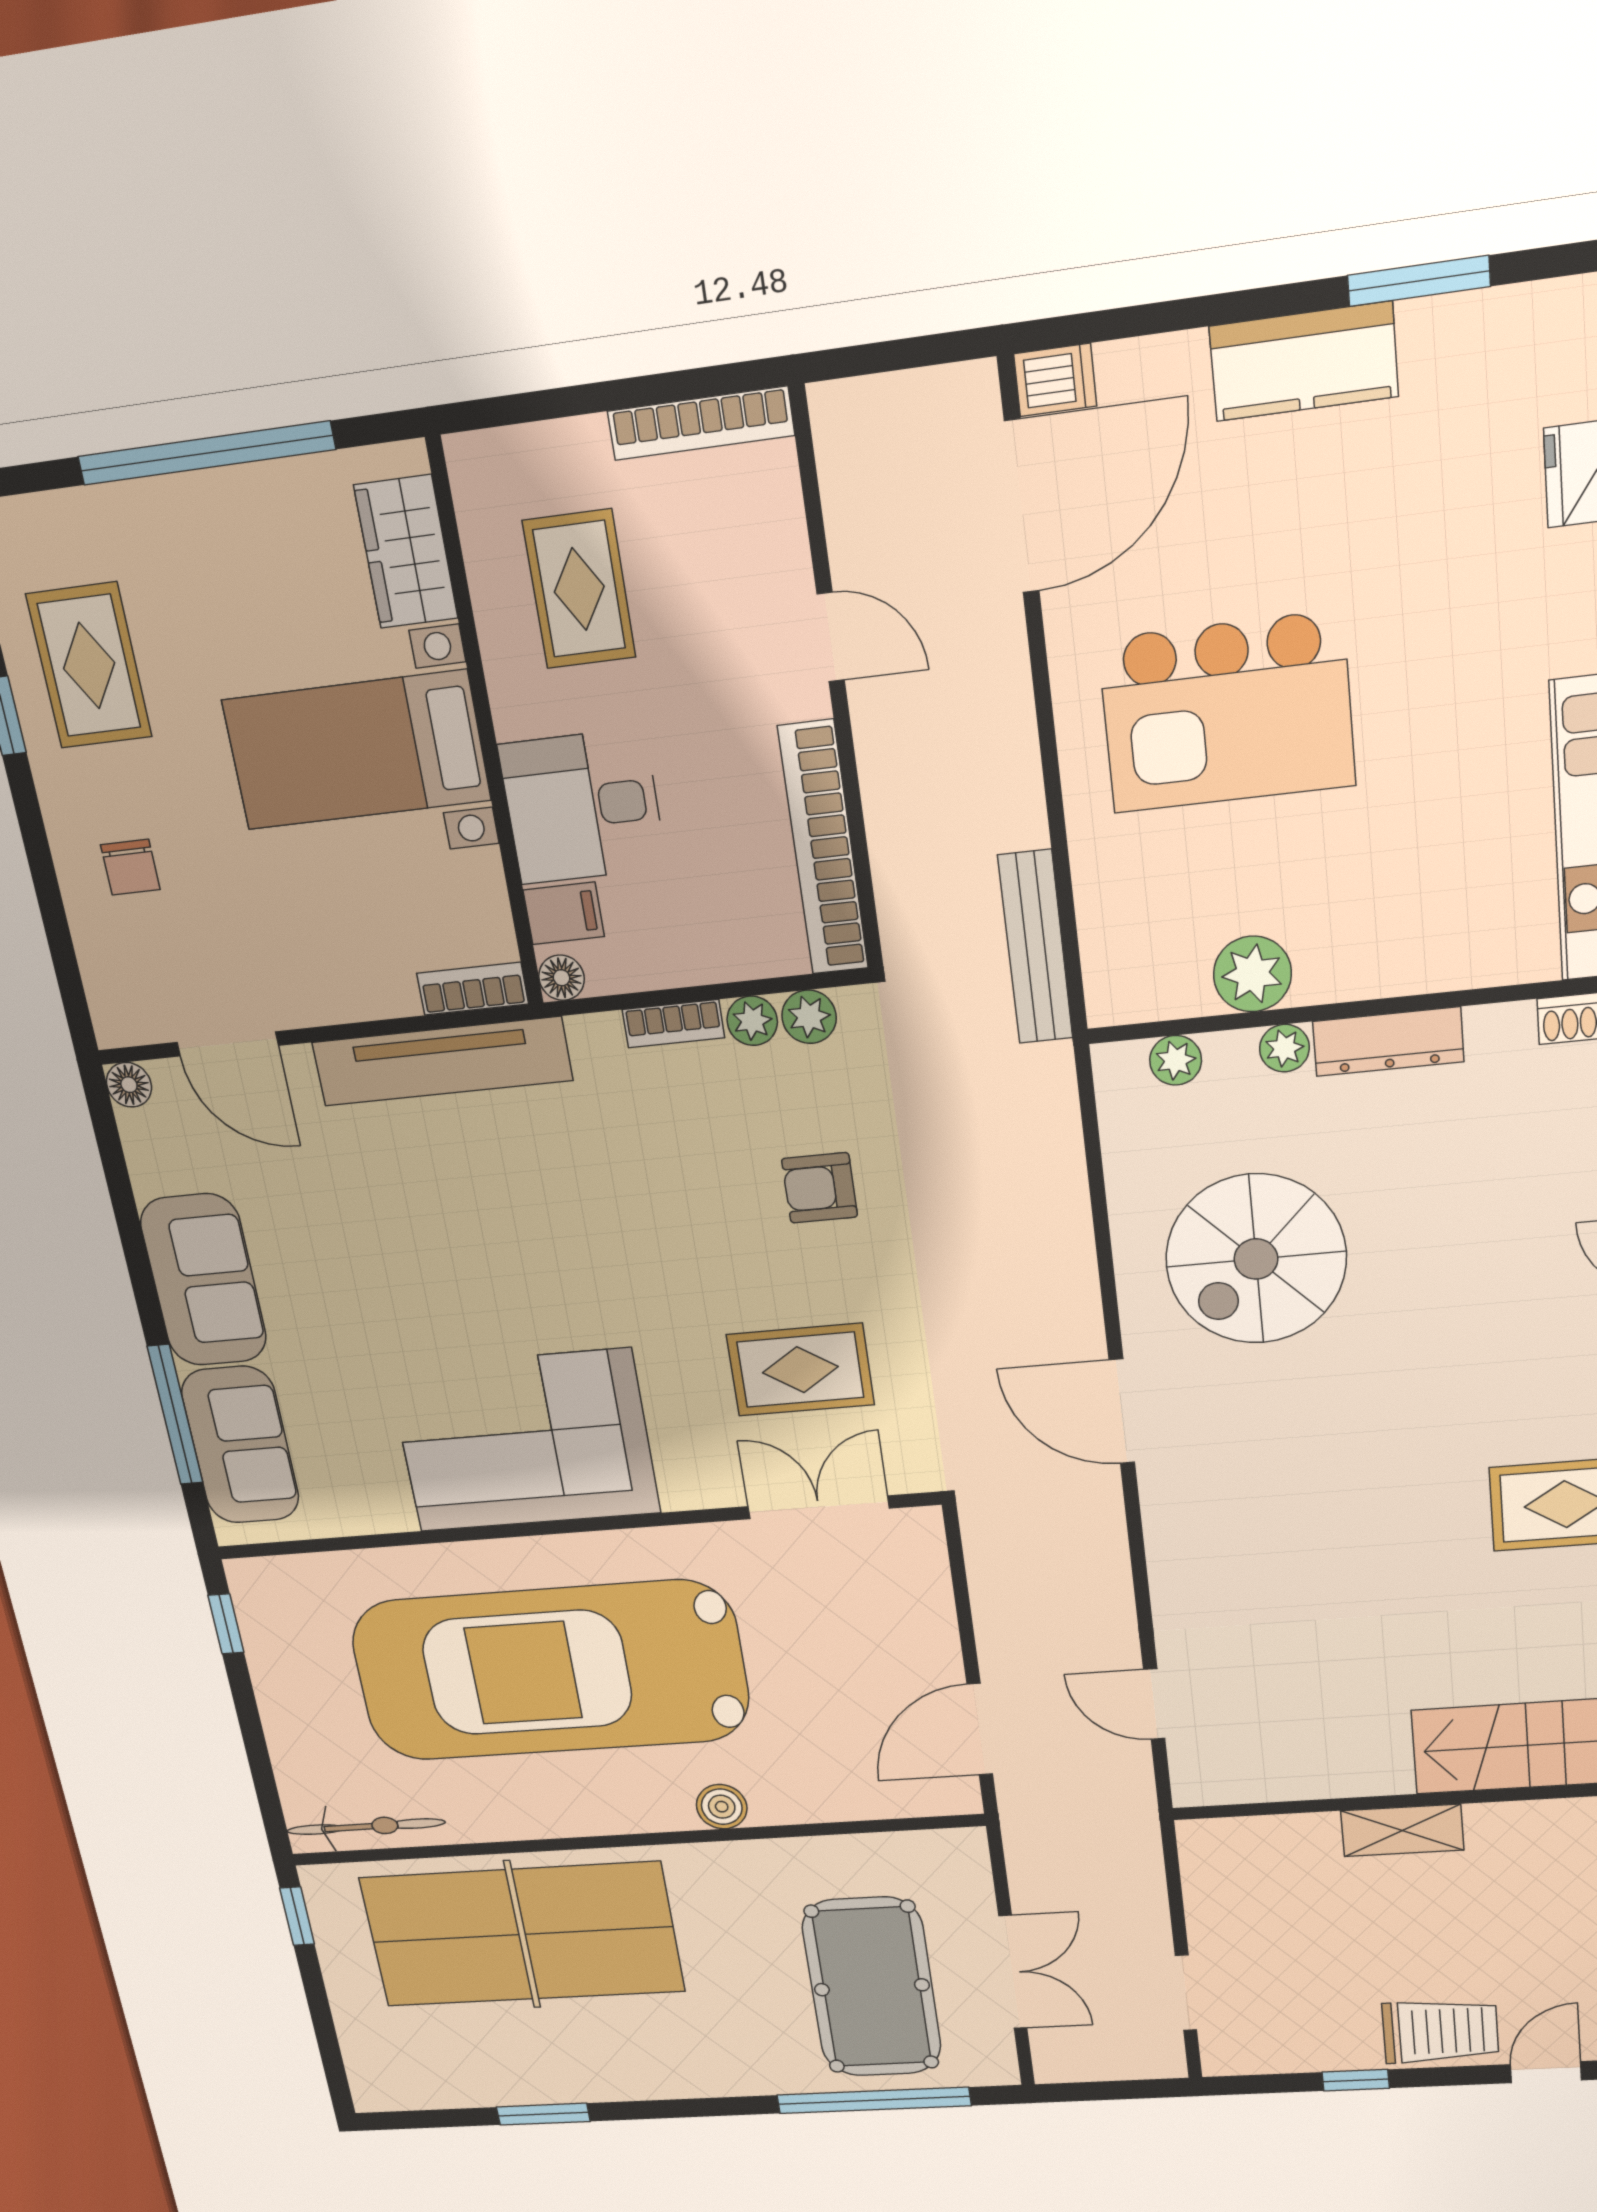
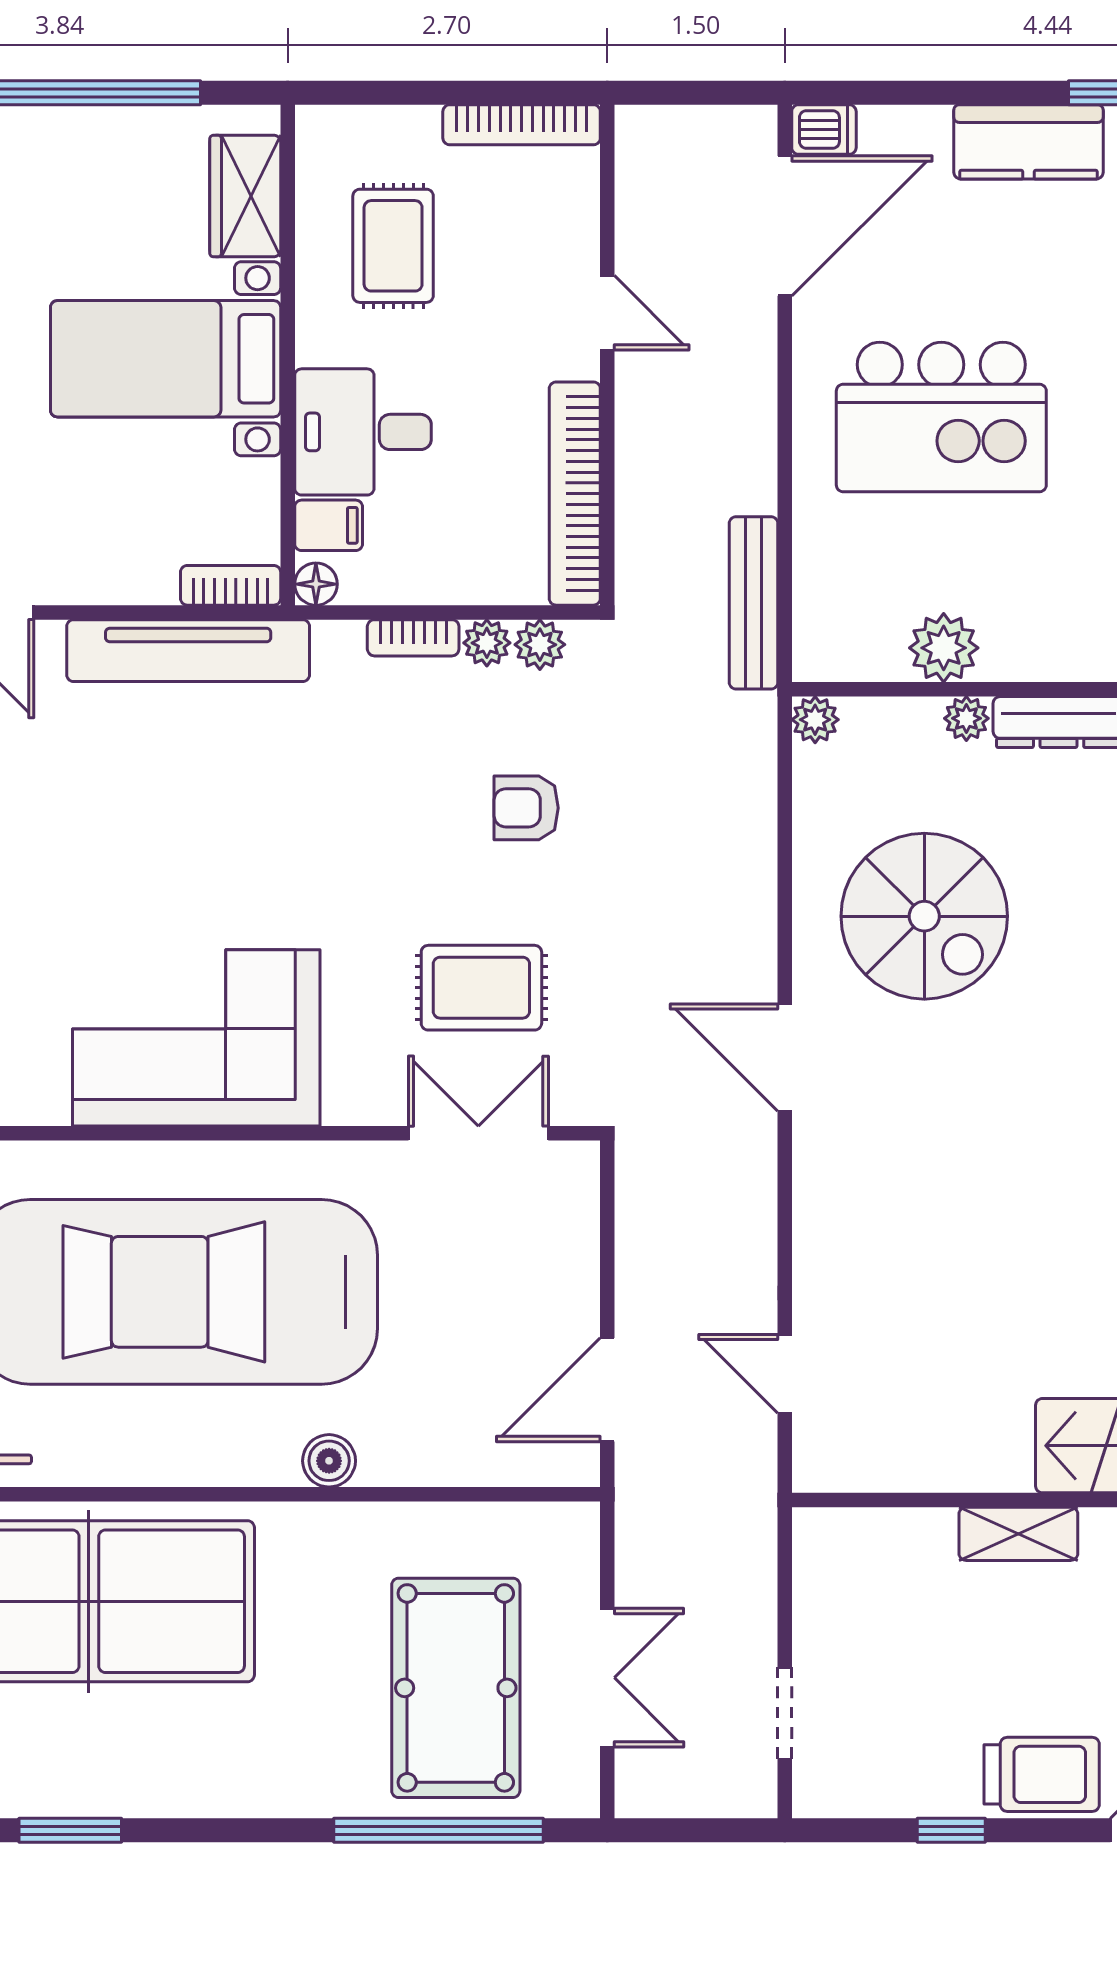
plant: (1176, 1060) -> (815, 720), moved
spiral stairs: (1256, 1259) -> (924, 916), turned -90

